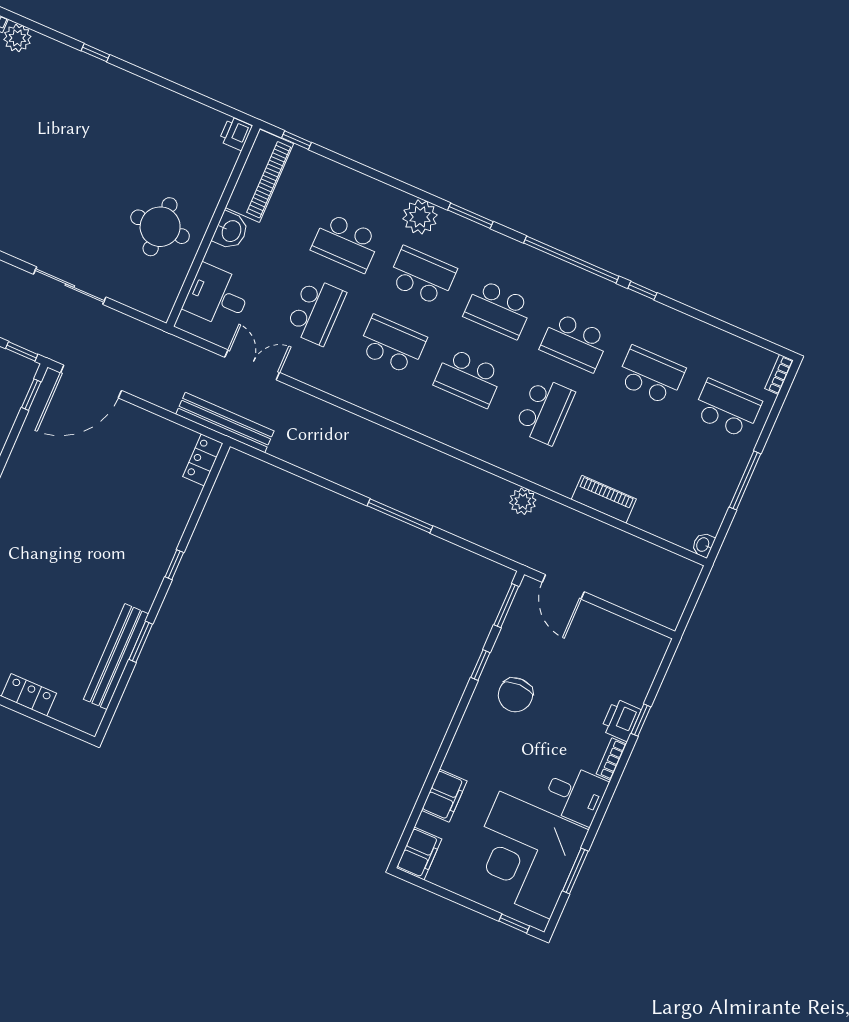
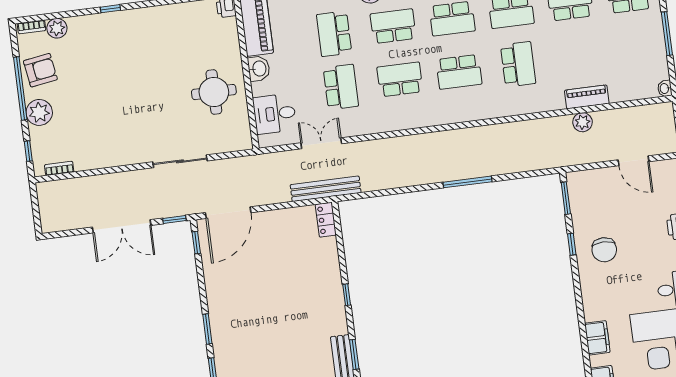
school desk: (346, 243) -> (334, 34), turned 90
plant: (523, 501) -> (583, 122), moved
door: (563, 587) -> (634, 161), moved

